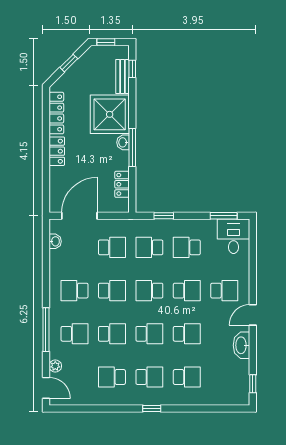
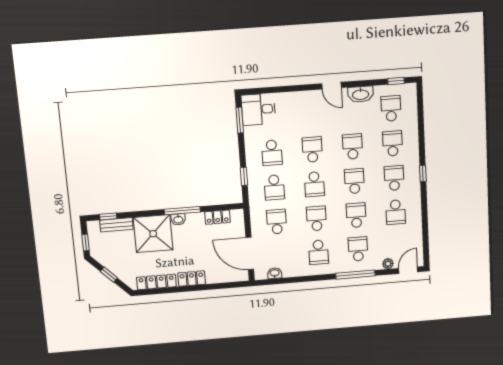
school desk: (224, 291) -> (391, 108), moved

